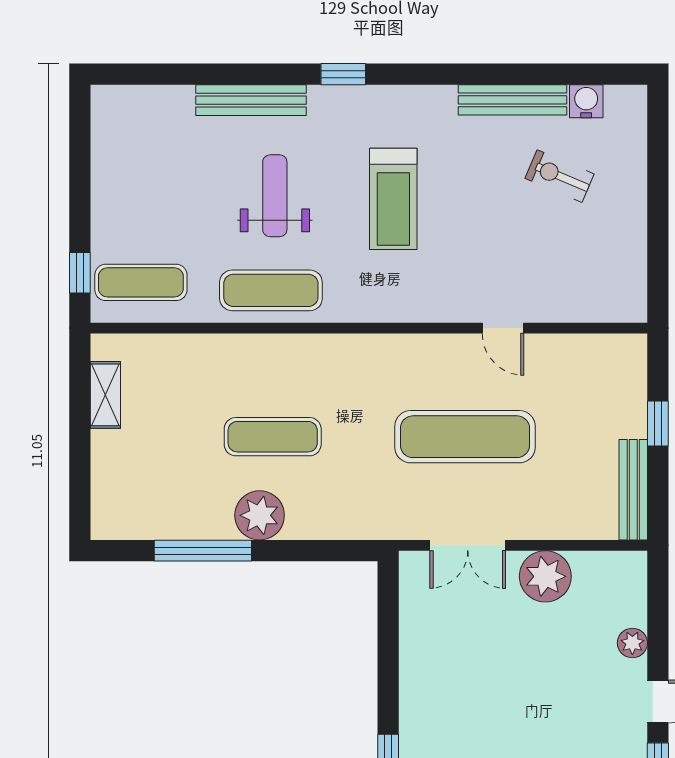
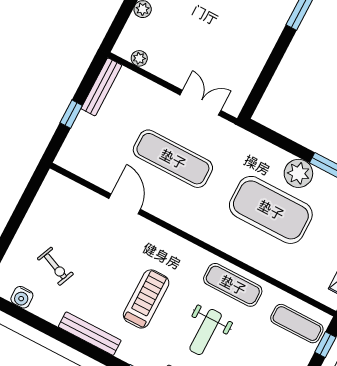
bench: (513, 100) -> (90, 334), moved
door: (503, 328) -> (125, 204), width x1.38
exercise mat: (273, 437) -> (271, 210), width x2.00, depth x1.45
plant: (545, 576) -> (139, 58), moved, width x0.53, depth x0.53

